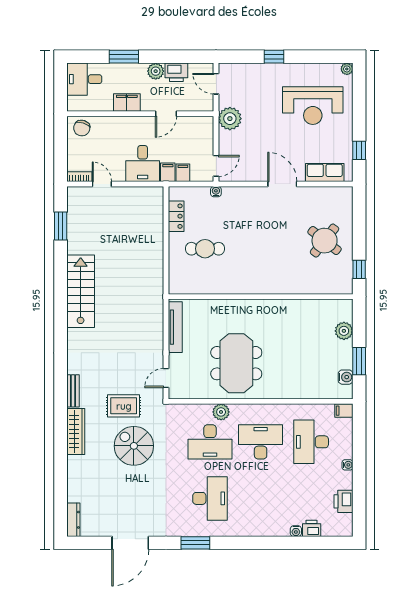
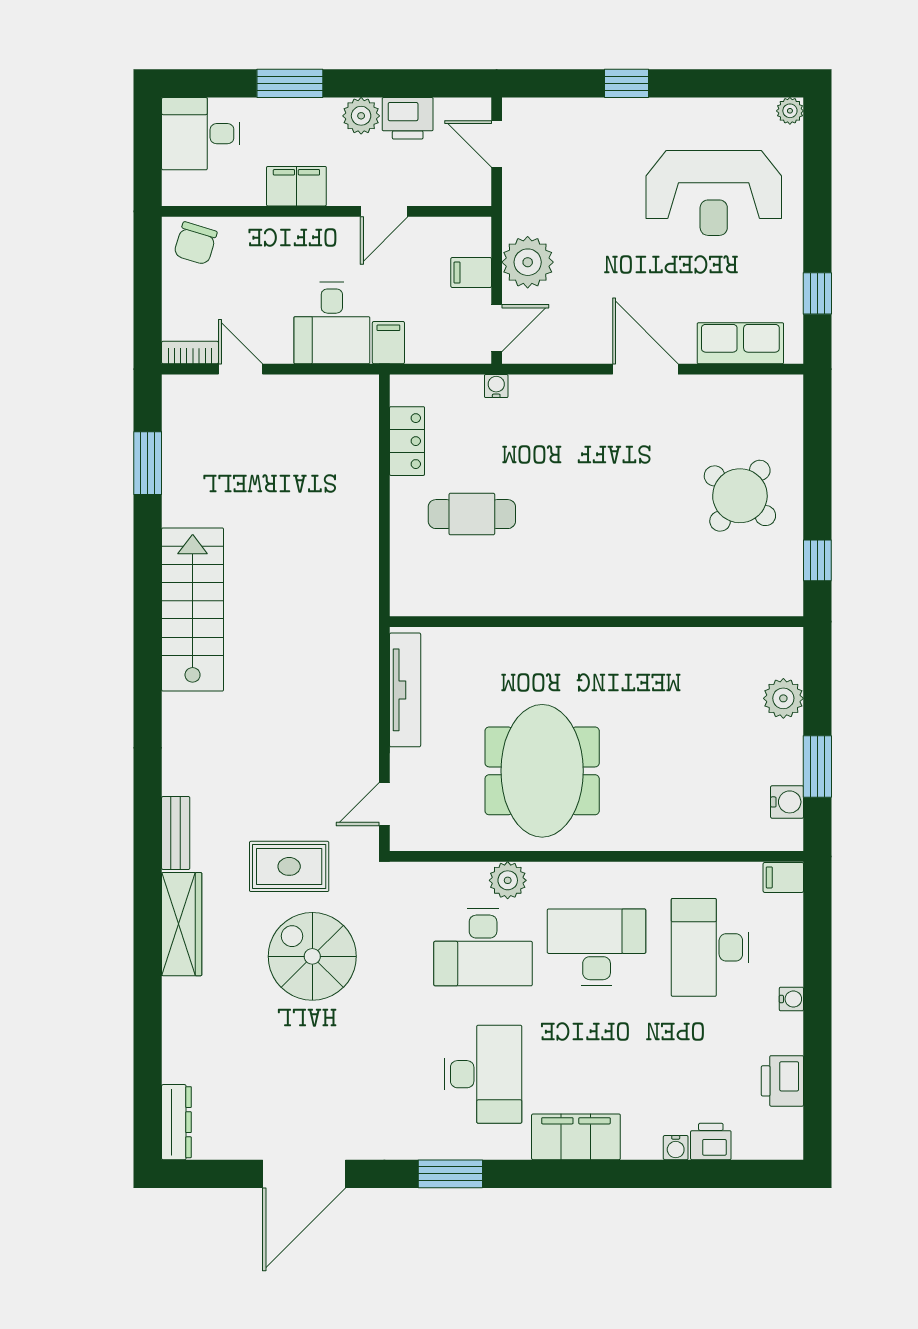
plant: (230, 119) -> (528, 262), moved
filing cabinet: (183, 173) -> (471, 273), moved, turned -90
filing cabinet: (251, 526) -> (576, 1137), added

